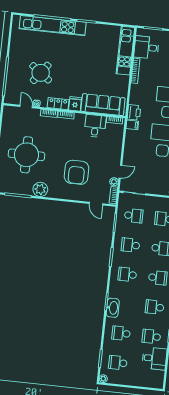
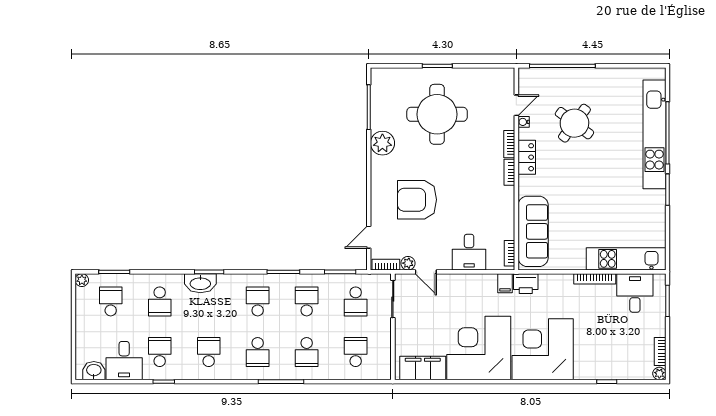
fridge: (75, 104) -> (529, 185), removed
desk: (95, 126) -> (469, 252), moved, turned 90
school desk: (121, 333) -> (160, 301), turned 180
washbasin: (158, 377) -> (94, 371), added

